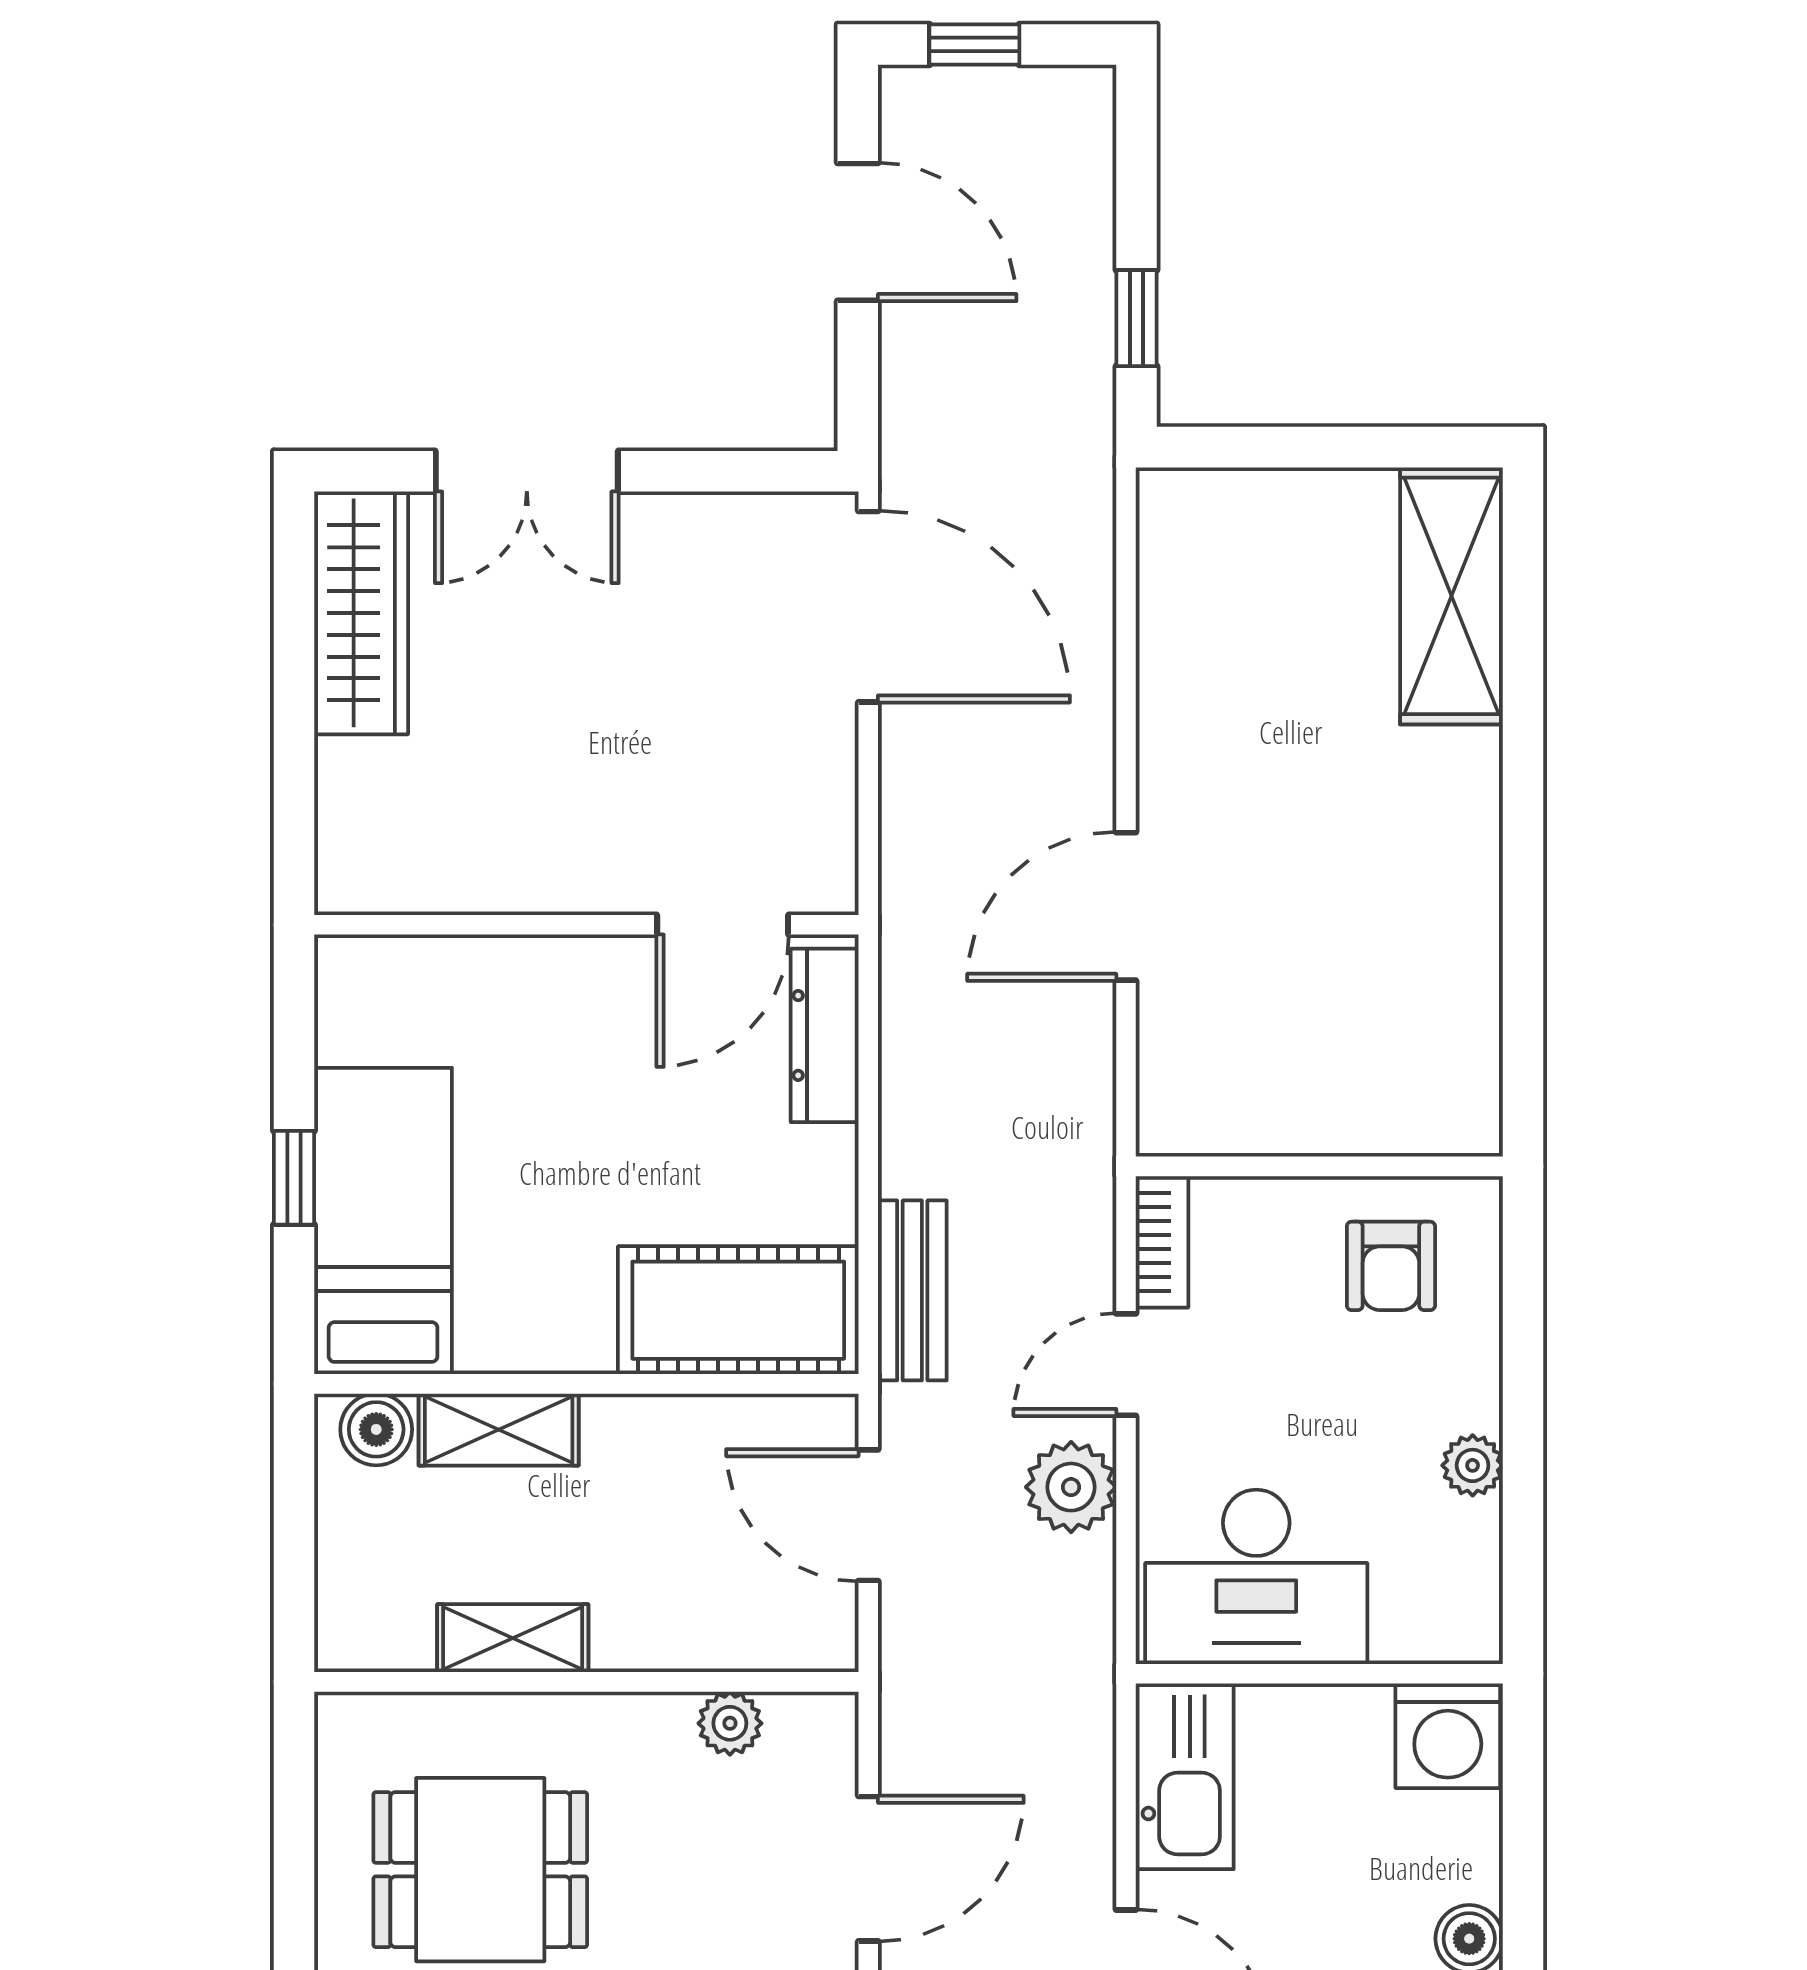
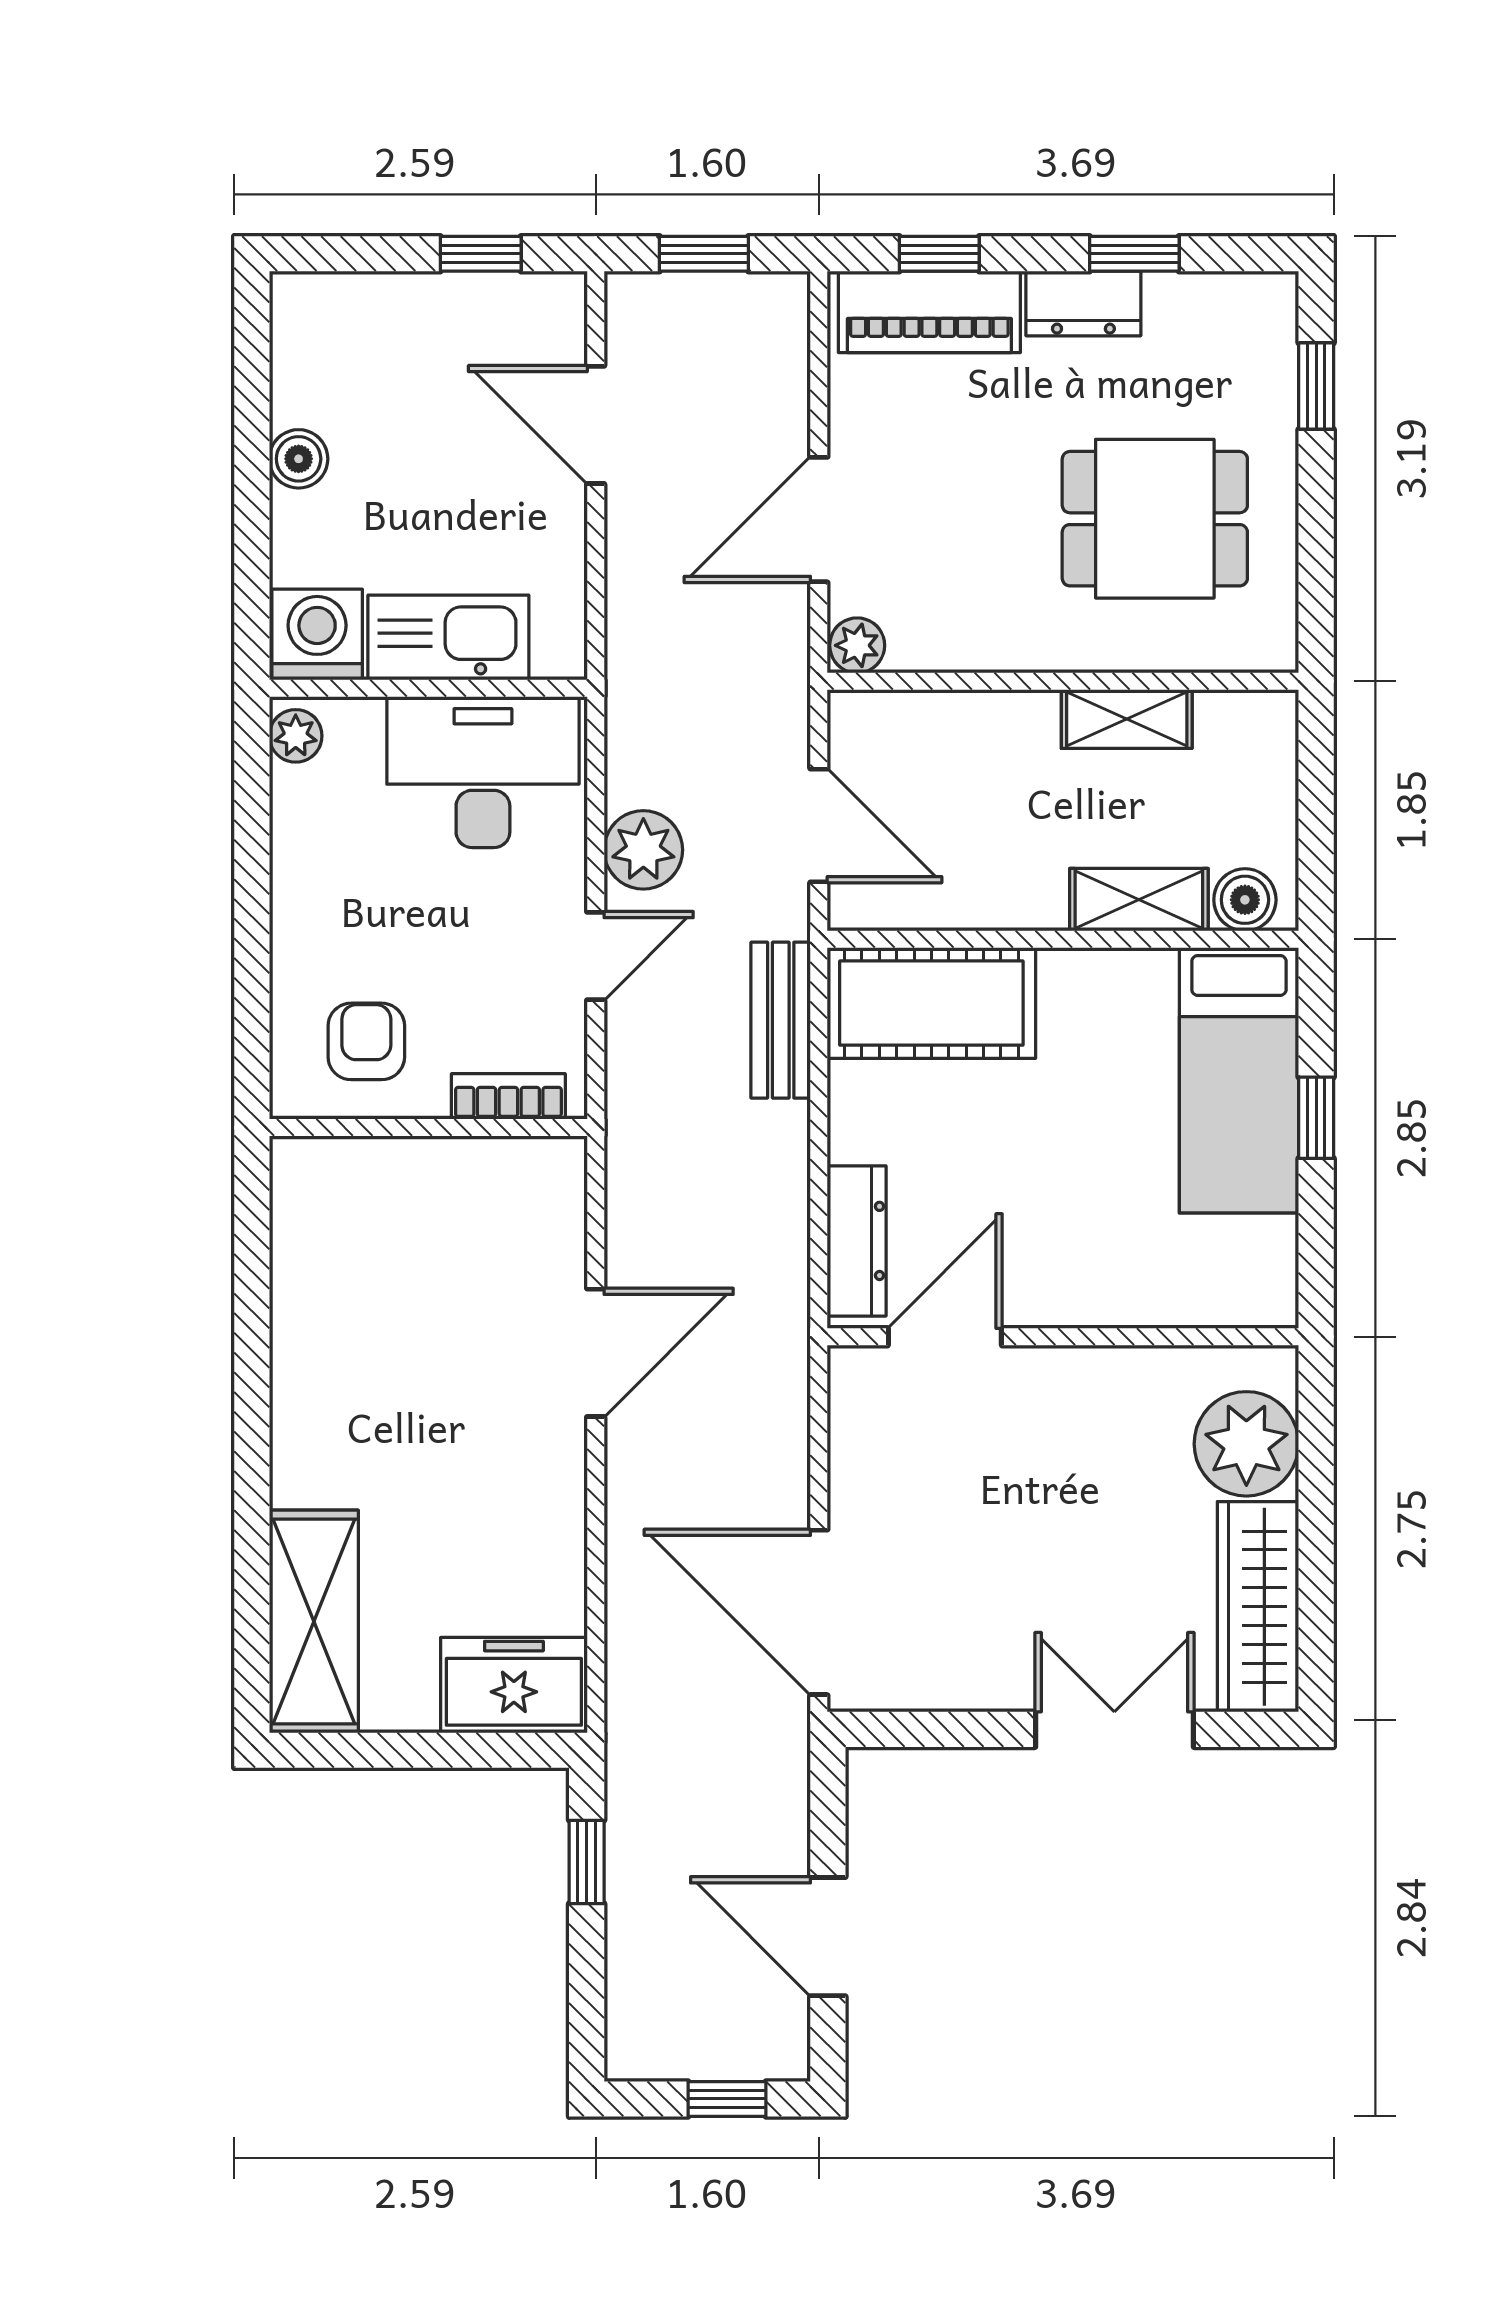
freezer: (1220, 522) -> (514, 1685), added
plant: (374, 801) -> (1246, 1444), added
bookcase: (1162, 1242) -> (508, 1096), moved, turned 90
plant: (1473, 1465) -> (296, 736), moved
plant: (730, 1723) -> (857, 645), moved
kitchen sink: (1185, 1776) -> (448, 637), moved, turned 90

